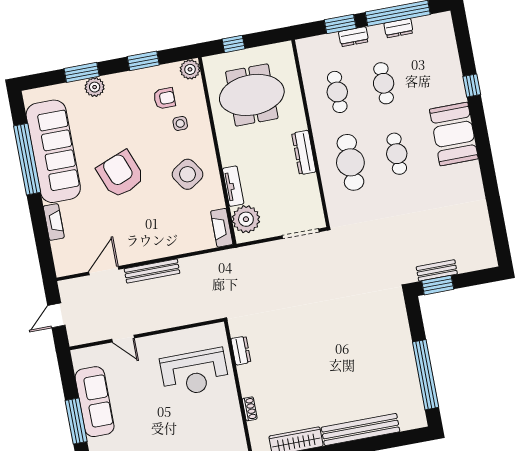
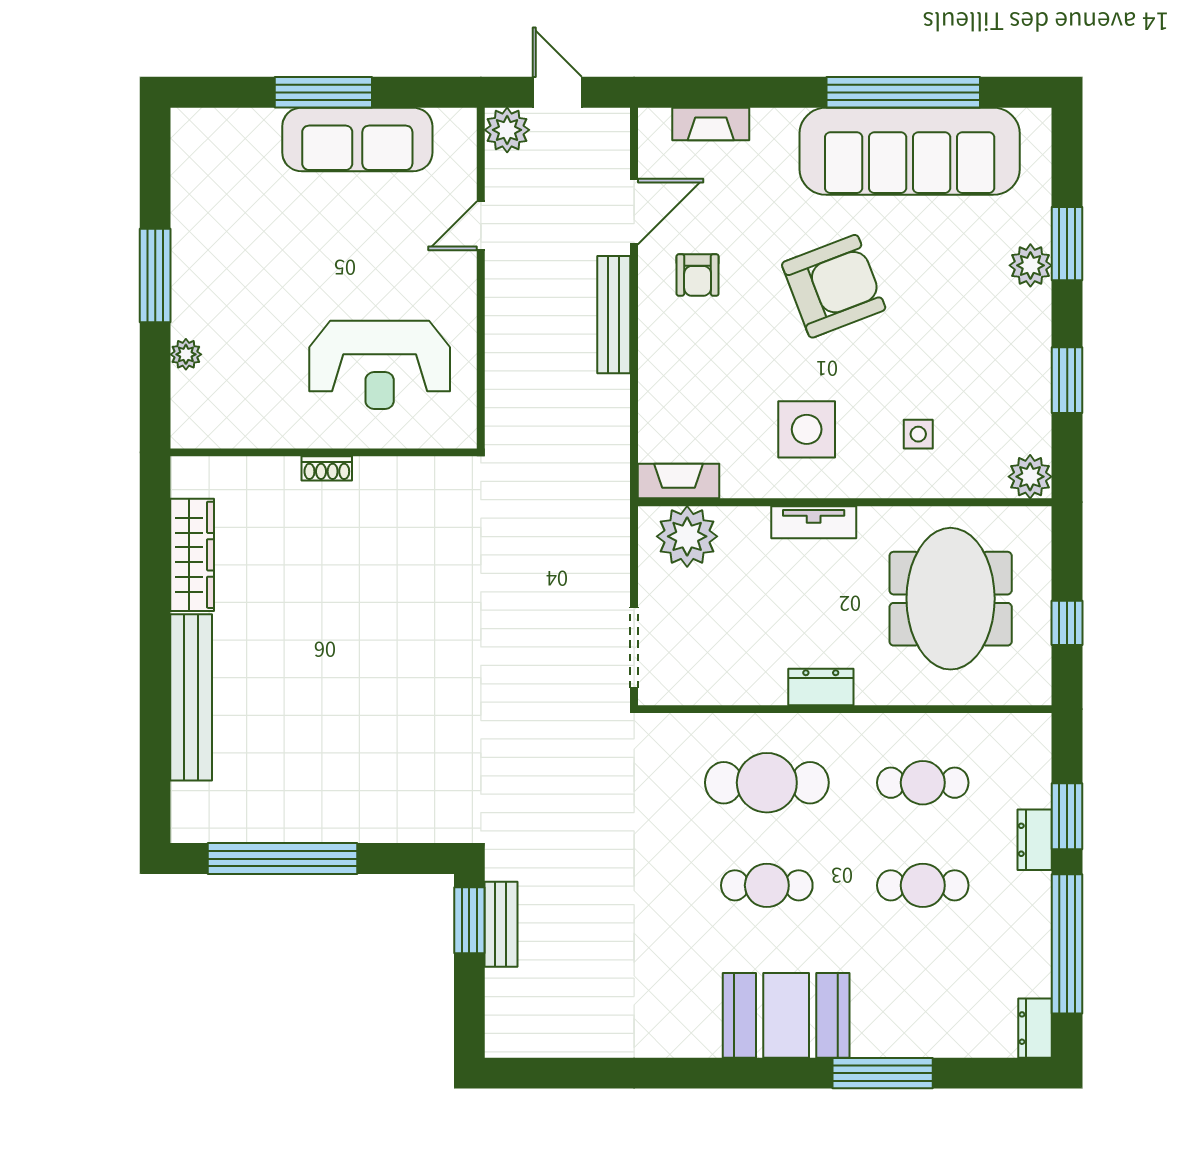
dresser: (399, 28) -> (1035, 1028), moved
window: (233, 44) -> (1067, 623), moved
window: (472, 86) -> (883, 1073), width x2.17
armchair: (164, 98) -> (698, 275), moved
dresser: (304, 153) -> (821, 687), width x0.70
side table: (188, 174) -> (807, 429), turned 34
tv unit: (233, 186) -> (814, 522), moved
fireplace: (54, 222) -> (711, 124), moved
door: (104, 271) -> (634, 212), hinge flipped
plant: (78, 335) -> (507, 130), added
dresser: (241, 351) -> (408, 473), removed
reception desk: (194, 373) -> (380, 365), turned -90
shoe rack: (250, 409) -> (327, 468), moved

